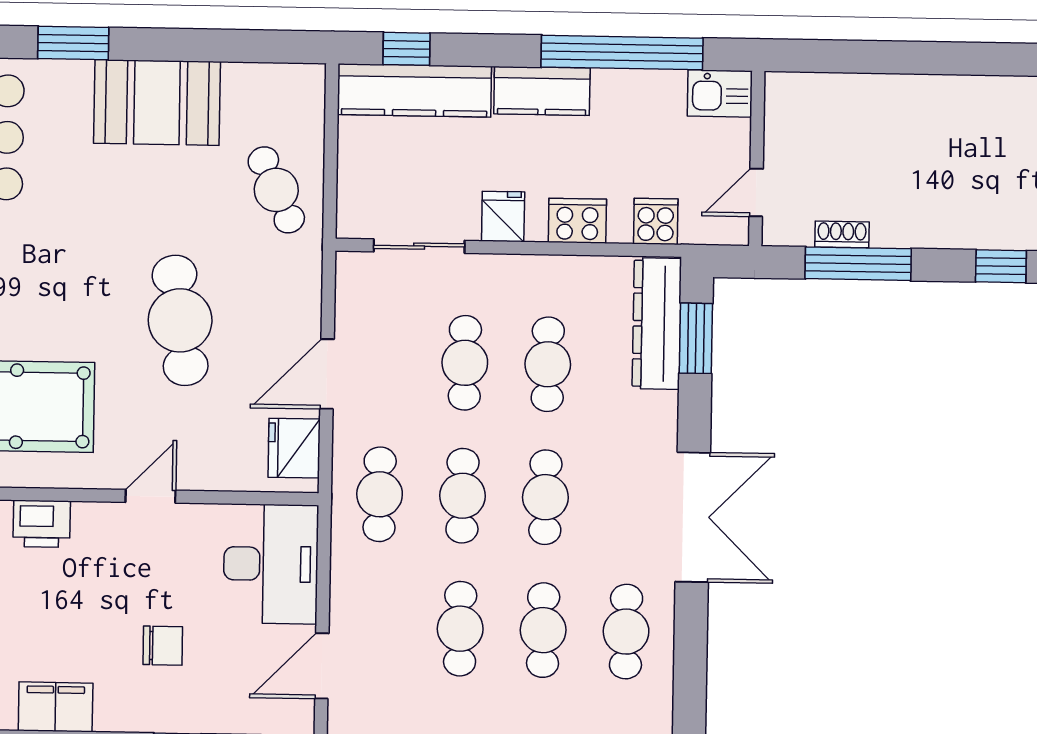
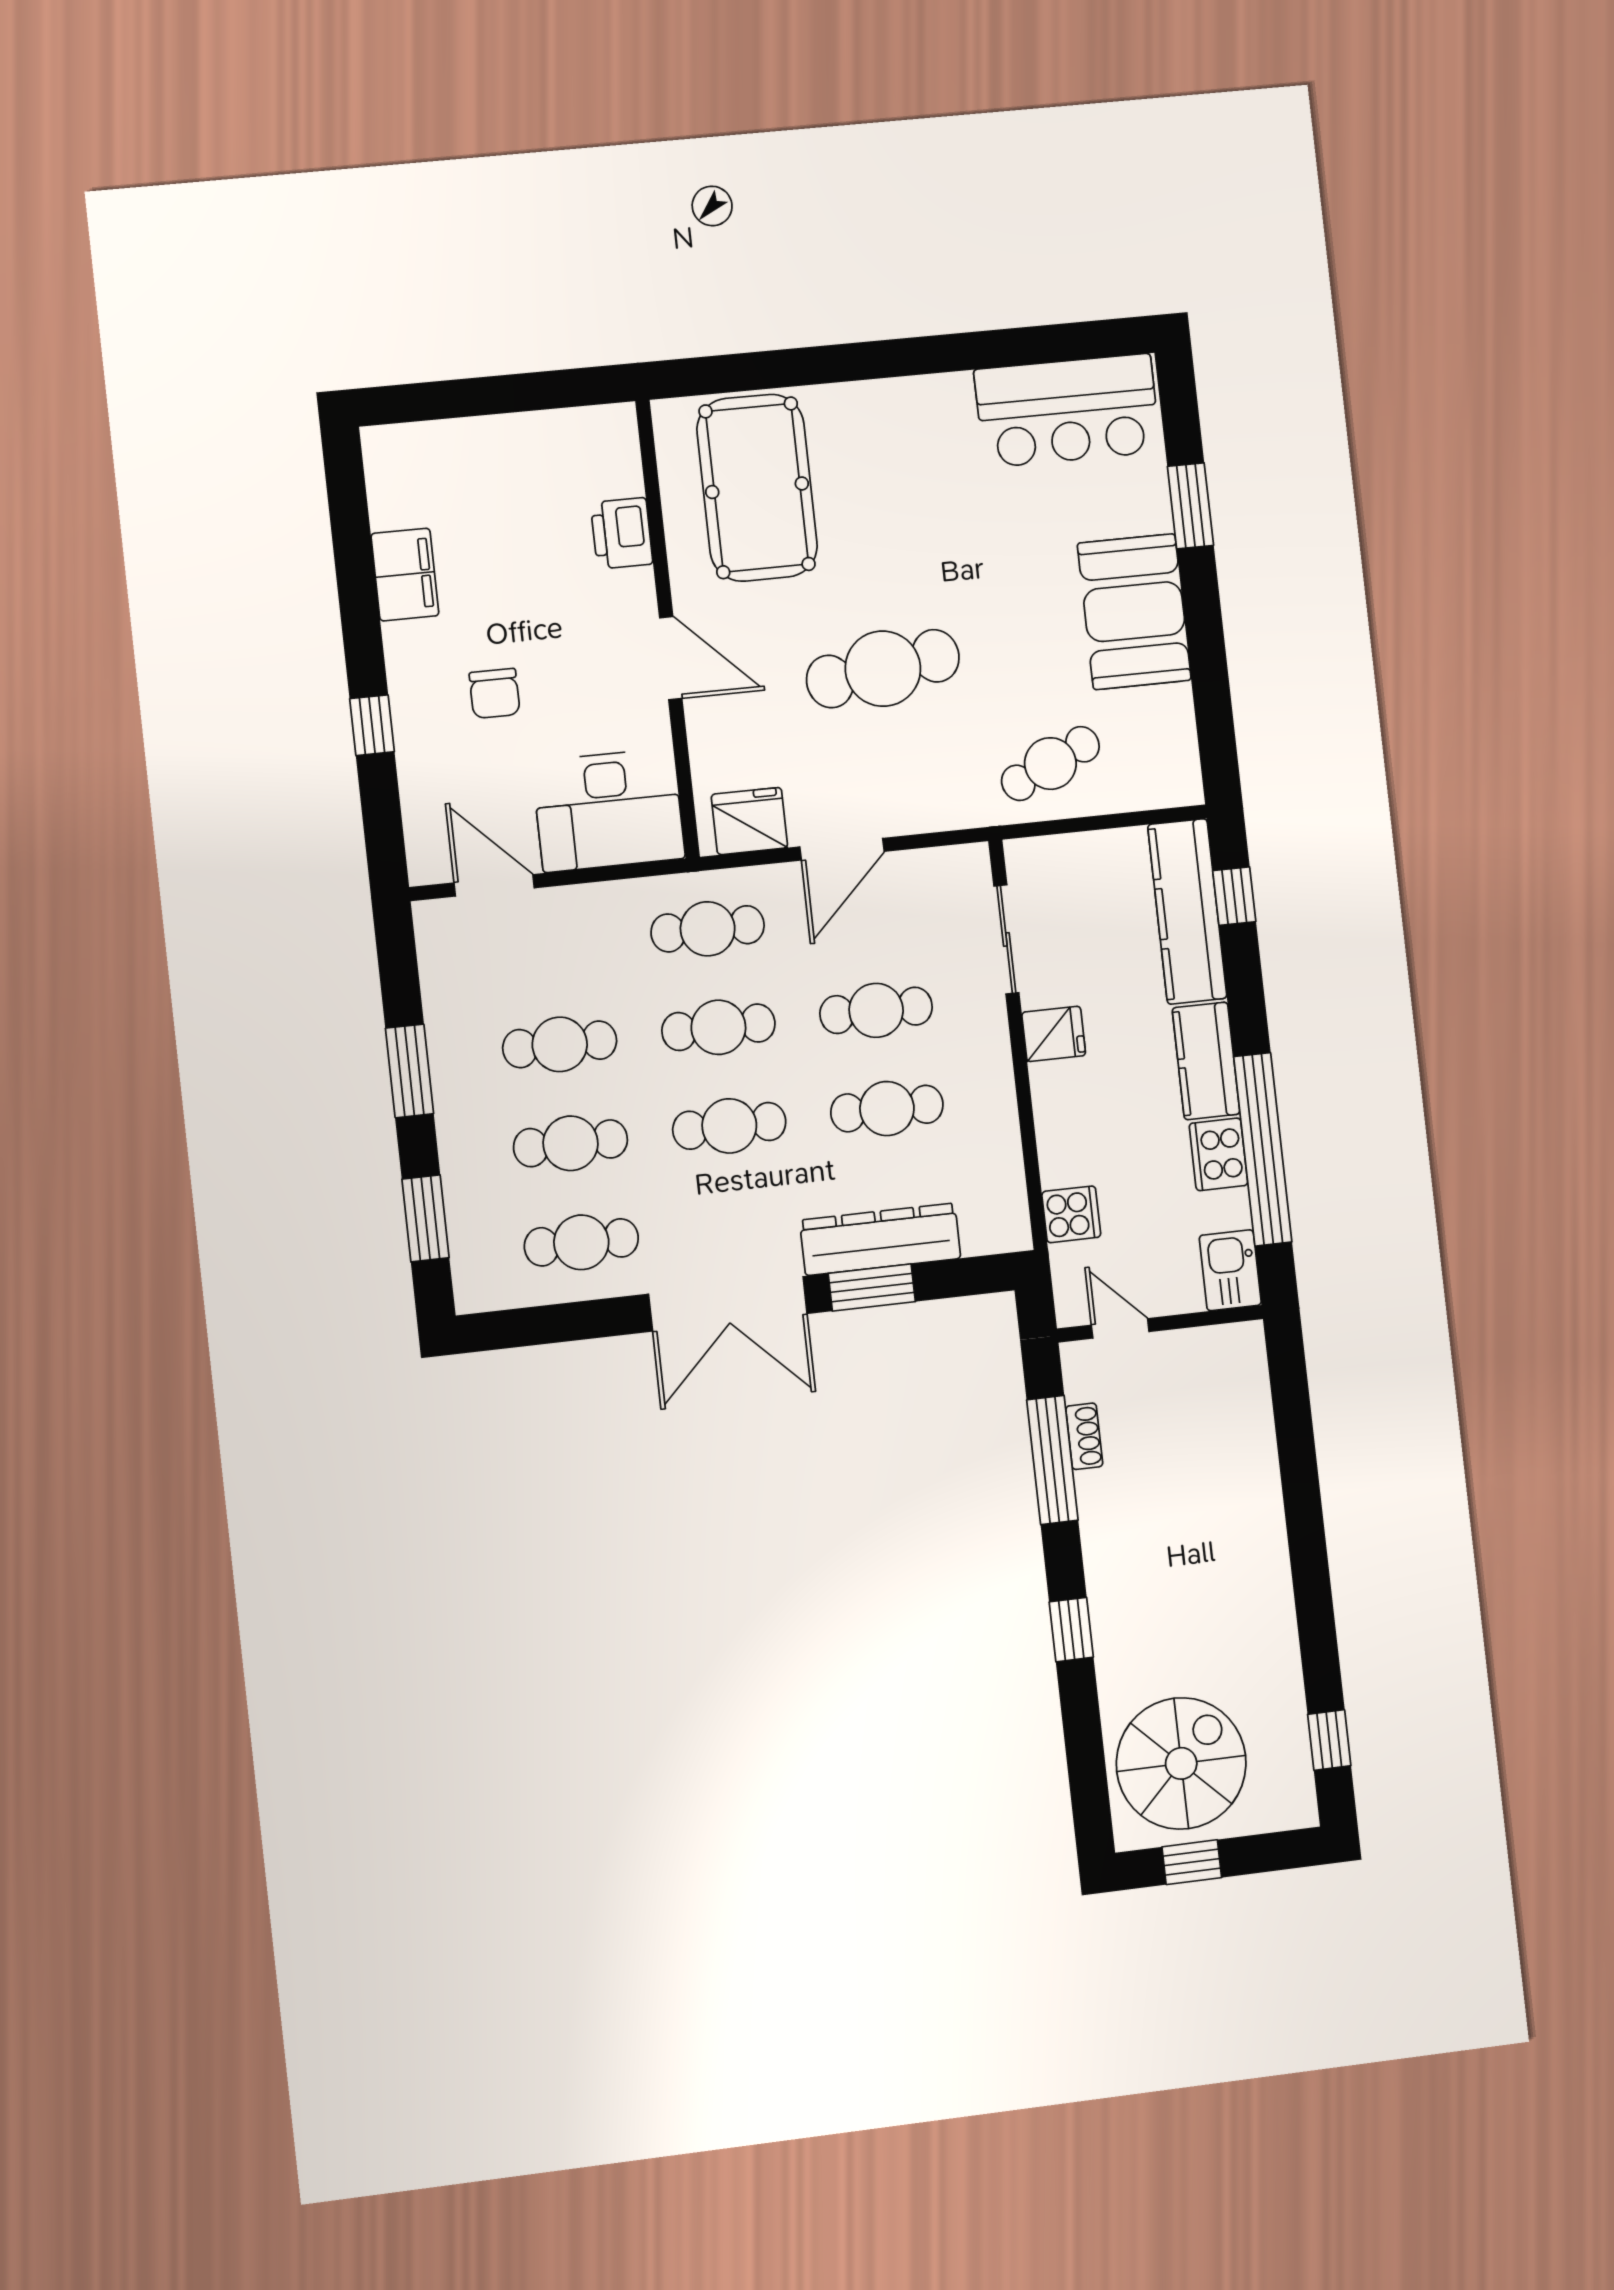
cooker: (577, 221) -> (1218, 1154), moved, turned 180
dresser: (657, 324) -> (880, 1239), moved
window: (696, 338) -> (872, 1288), moved
door: (327, 374) -> (842, 849), swing flipped
door: (151, 496) -> (671, 658), width x1.37

